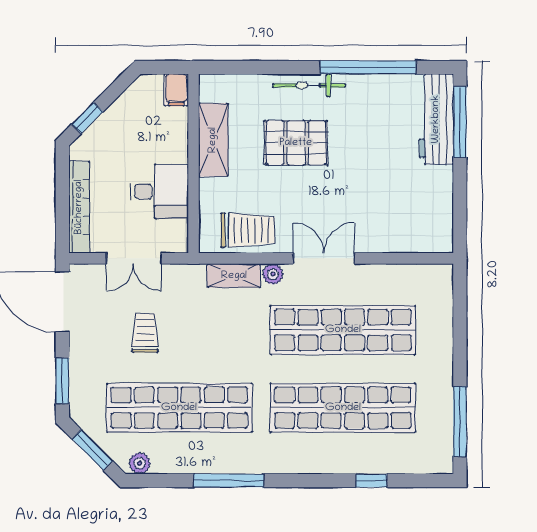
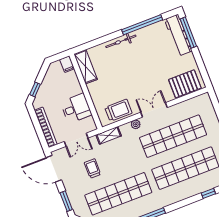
shelving: (213, 140) -> (86, 67), moved
pallet: (296, 143) -> (185, 84), moved
shelving: (234, 276) -> (109, 135), moved

